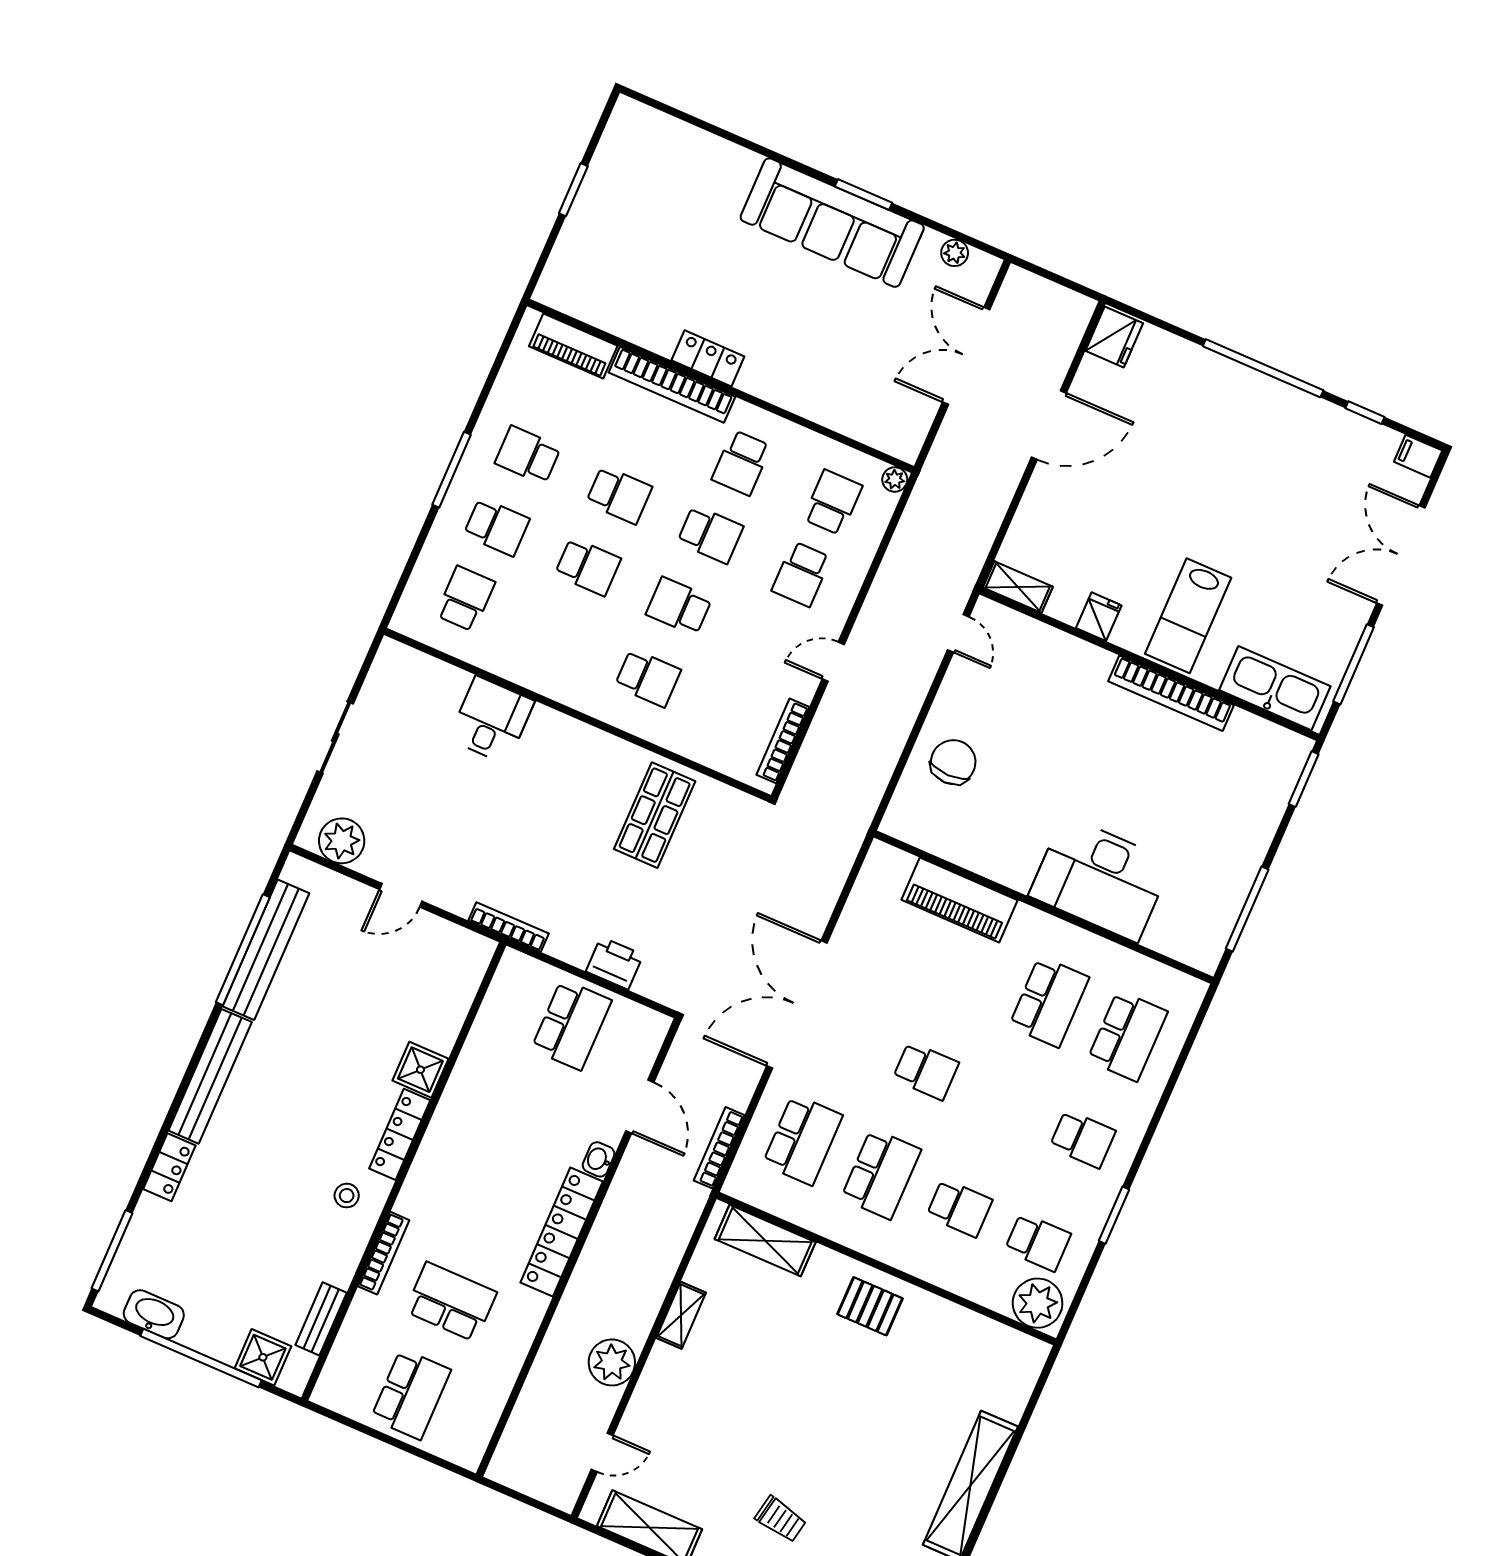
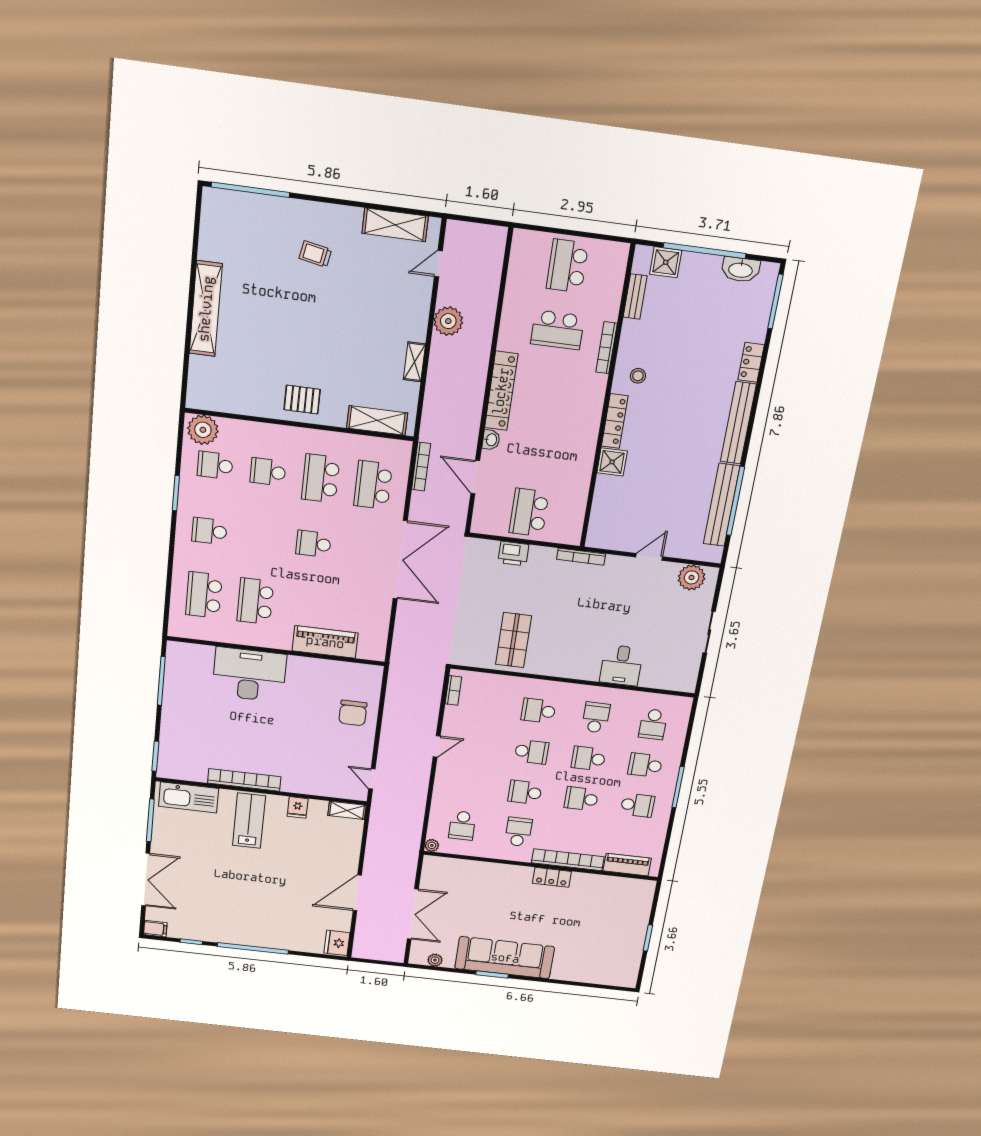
school desk: (801, 574) -> (596, 717), moved
bookcase: (783, 741) -> (453, 690), width x0.64

